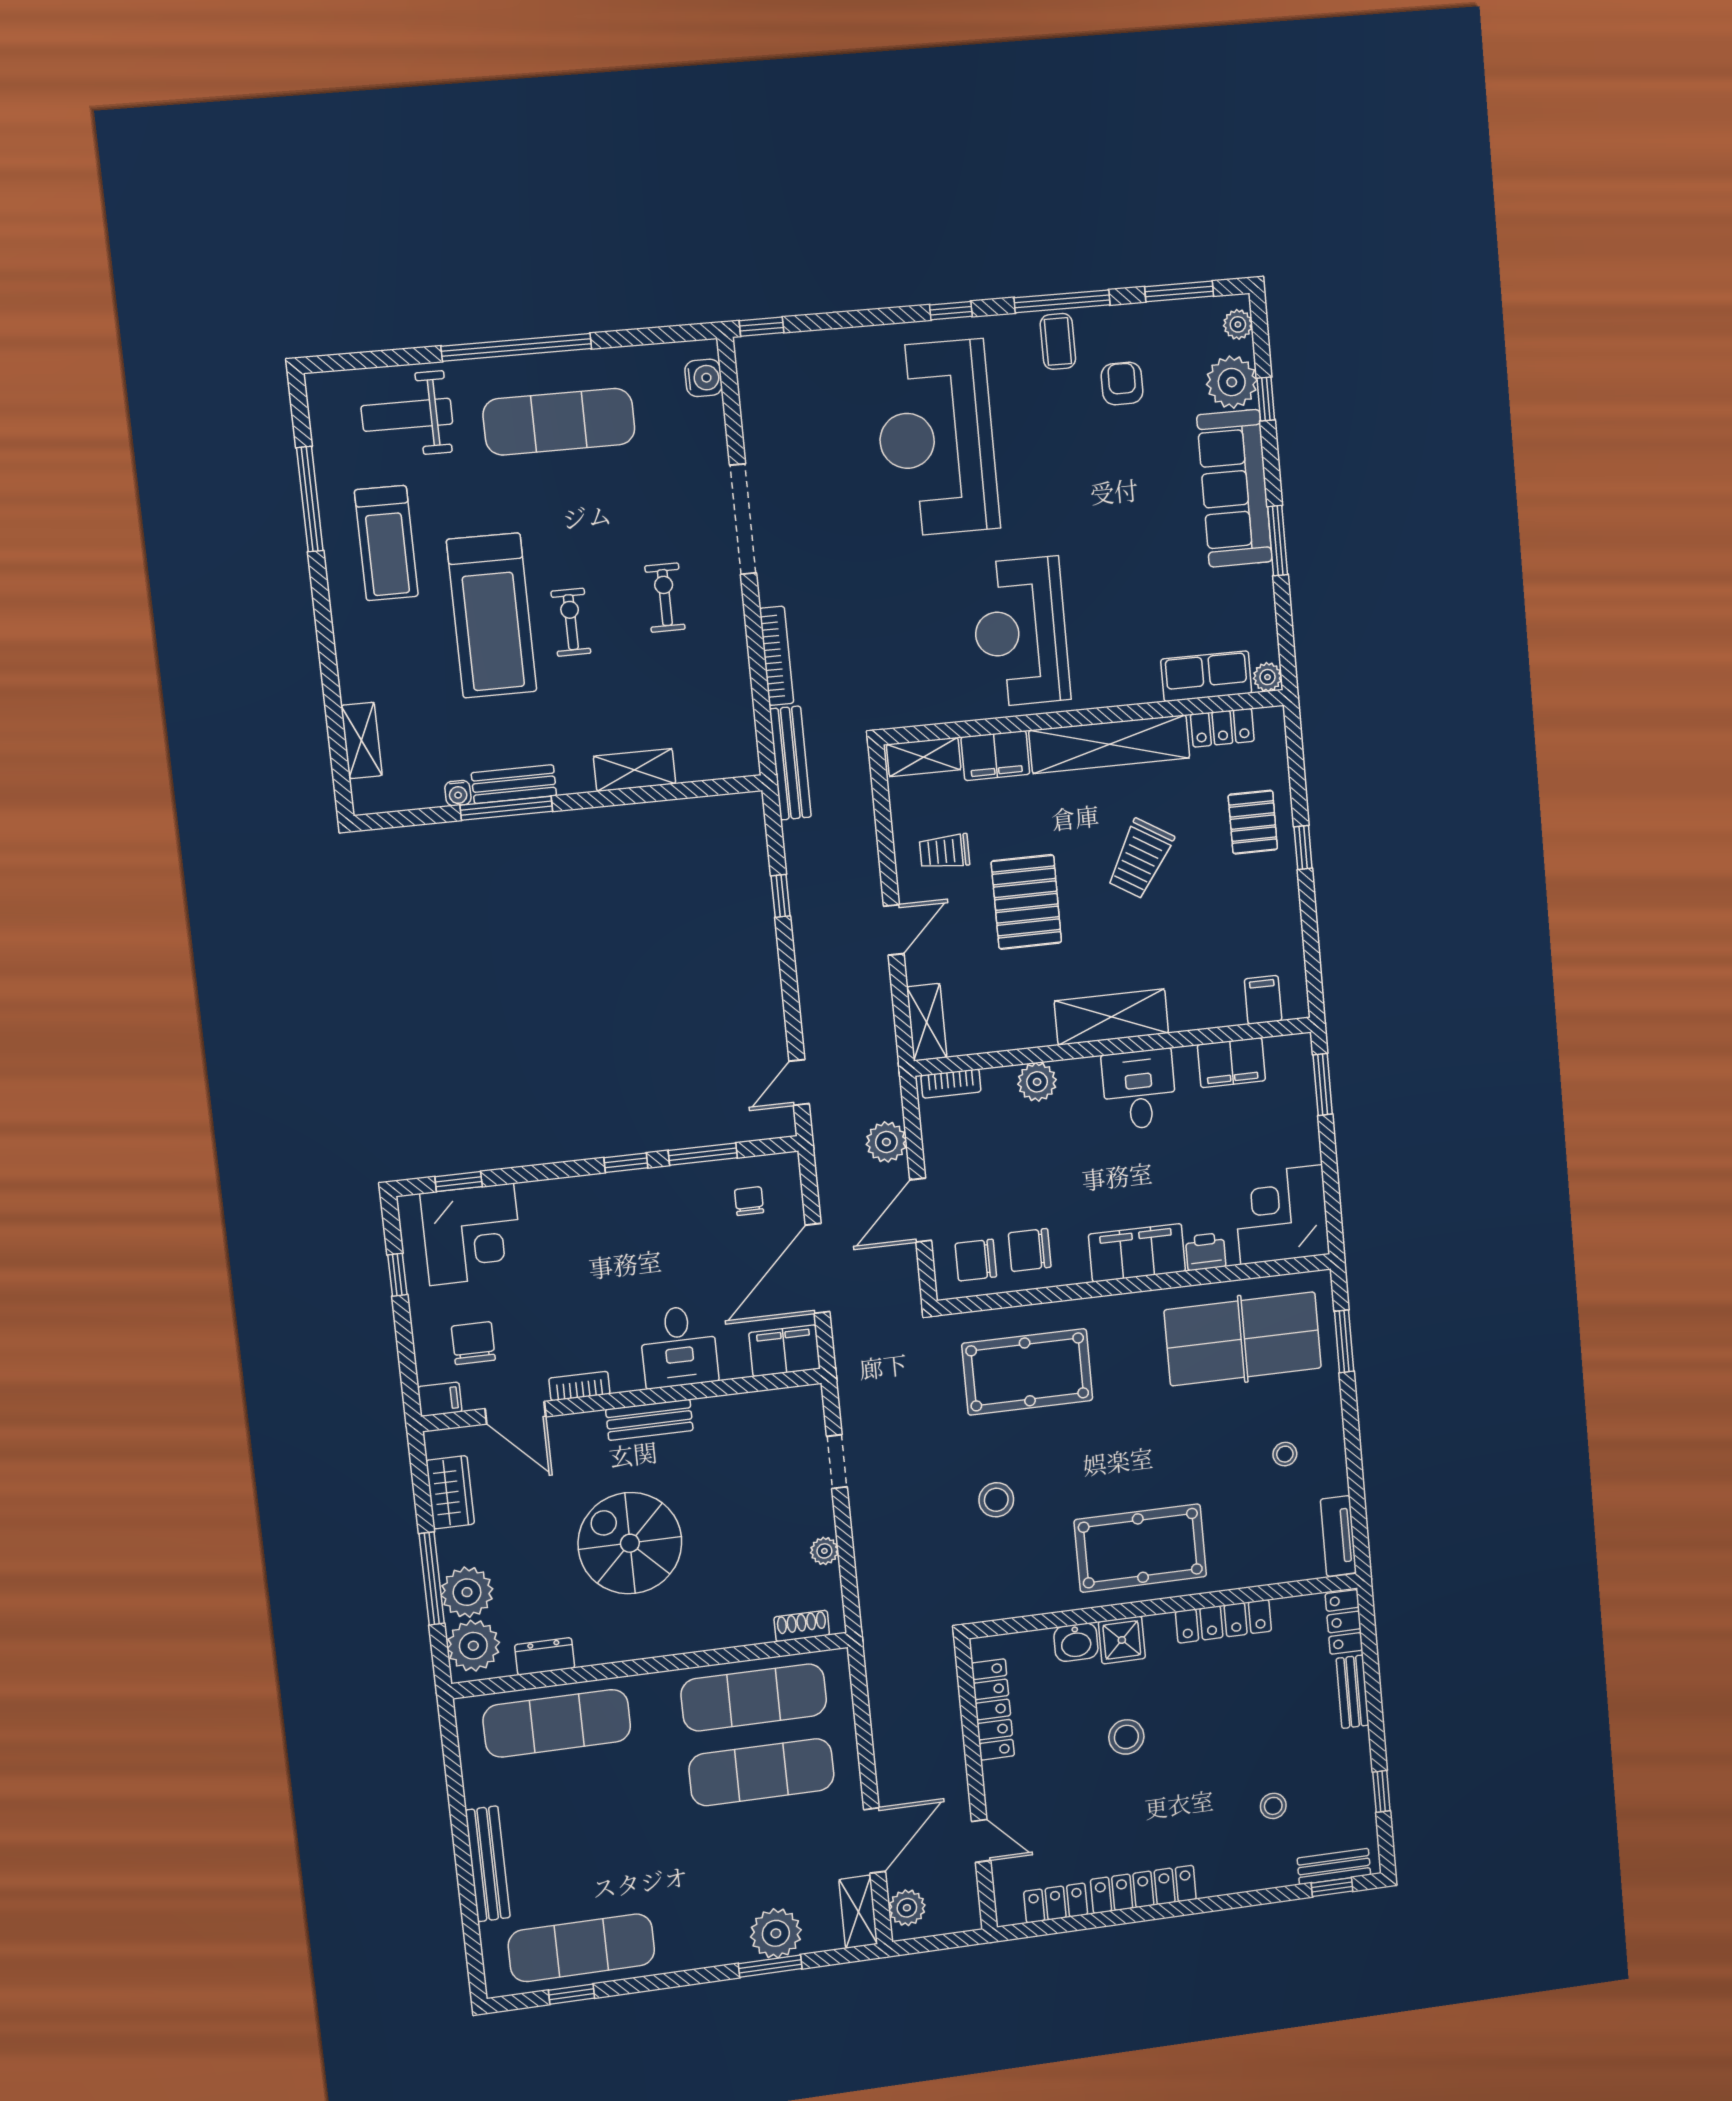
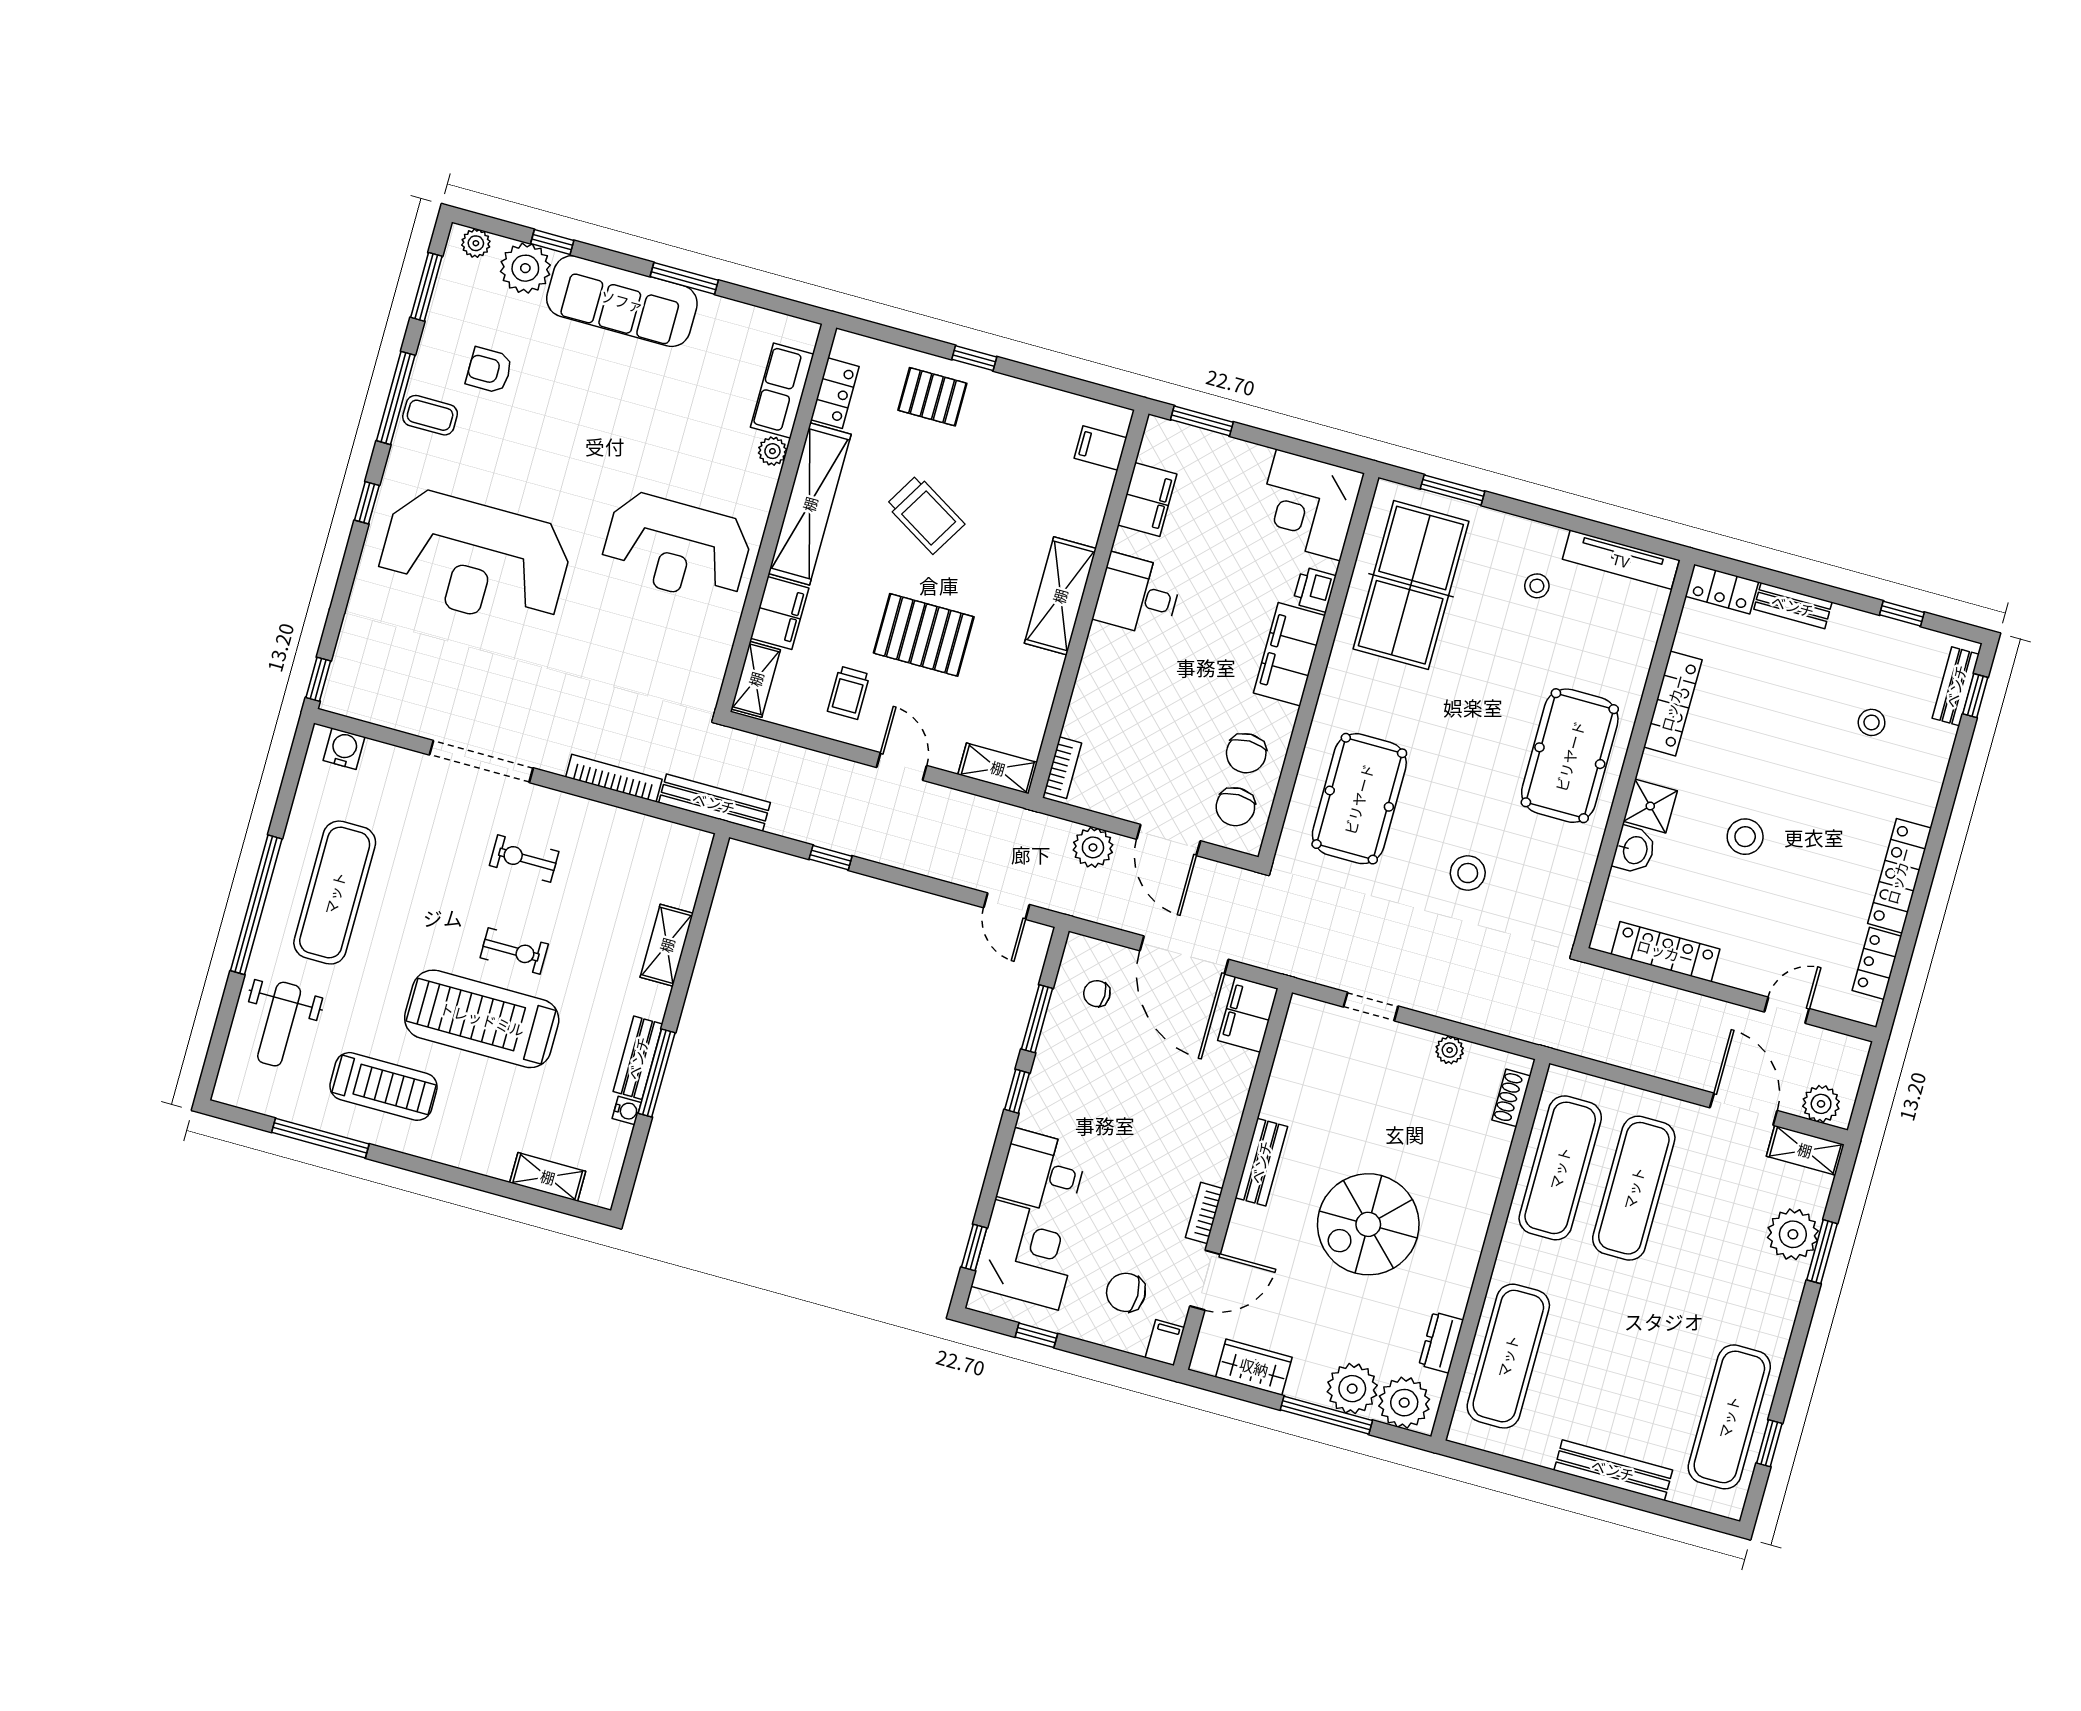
treadmill: (492, 616) -> (482, 1019), turned 180
exercise bike: (571, 622) -> (514, 951), turned 180
plant: (1267, 677) -> (772, 451), moved
plant: (1037, 1082) -> (1093, 688), removed
desk: (679, 1347) -> (1042, 1172), moved, turned 180
tv unit: (1338, 1536) -> (1621, 560), width x1.41

